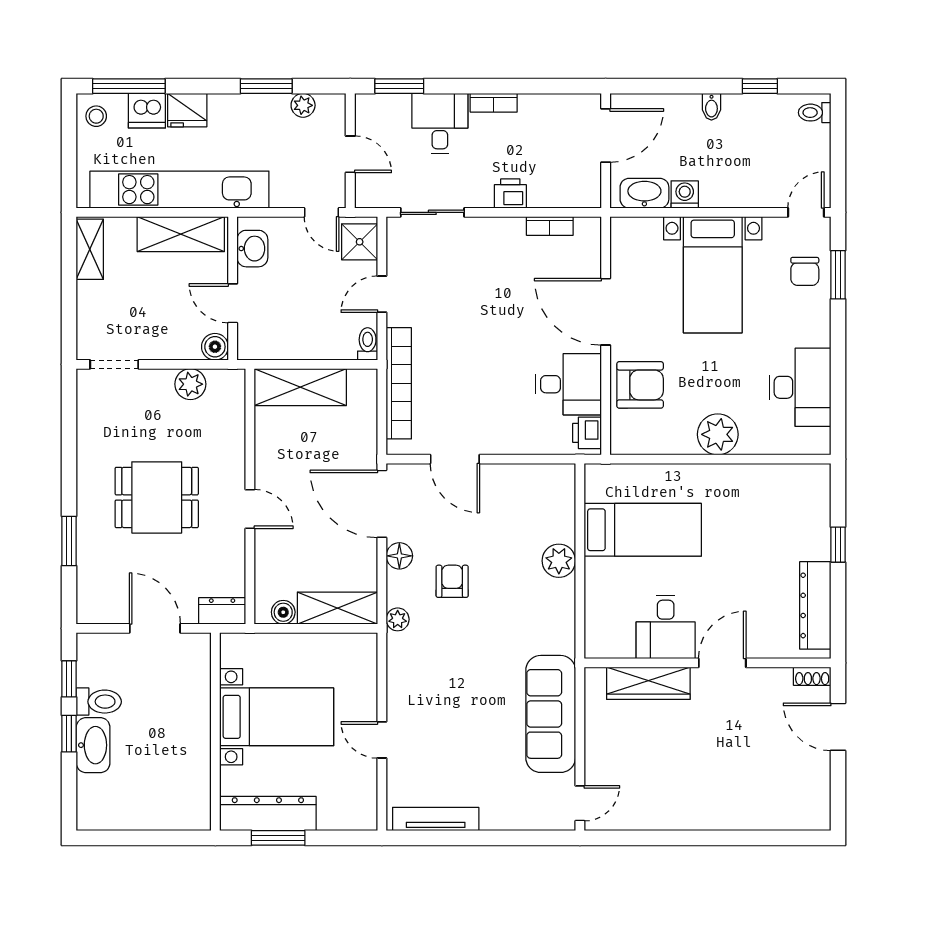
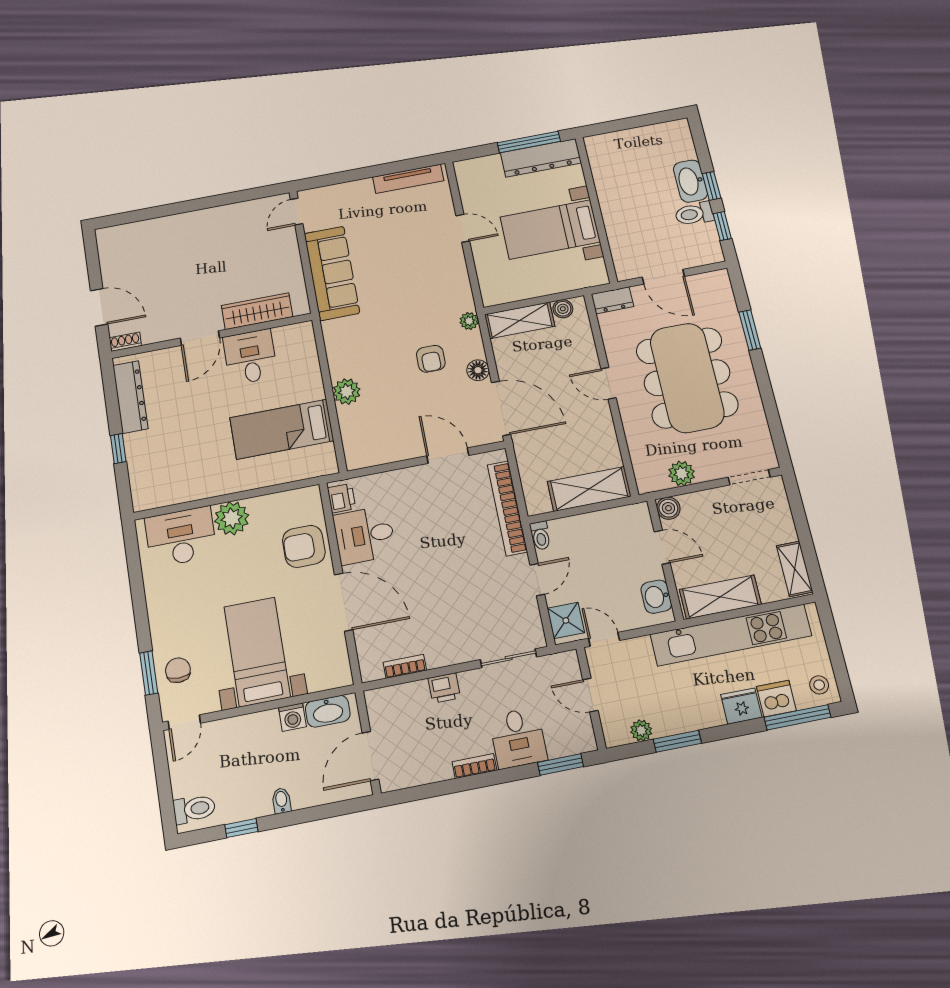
toilet: (815, 113) -> (194, 809), width x1.37, depth x1.39
desk: (800, 387) -> (181, 537), moved, turned 90
dining table: (157, 497) -> (687, 378), width x1.88, depth x1.24
window: (278, 838) -> (529, 142), width x1.44

